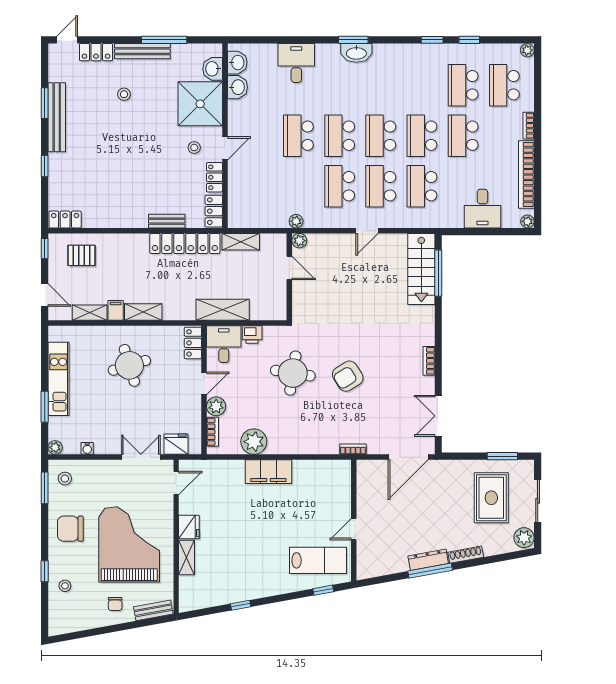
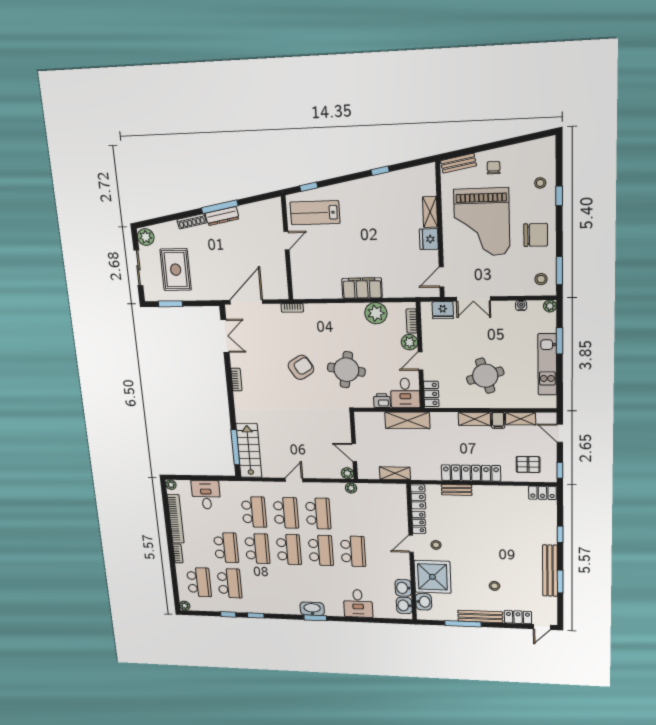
locker: (185, 243) -> (471, 473), moved

